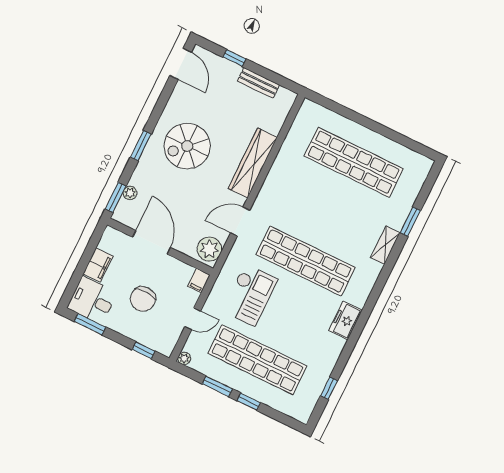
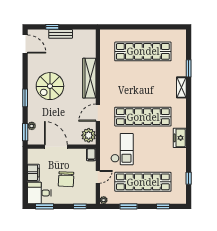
bench: (258, 83) -> (61, 34), moved
window: (249, 402) -> (163, 206), moved

